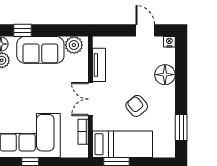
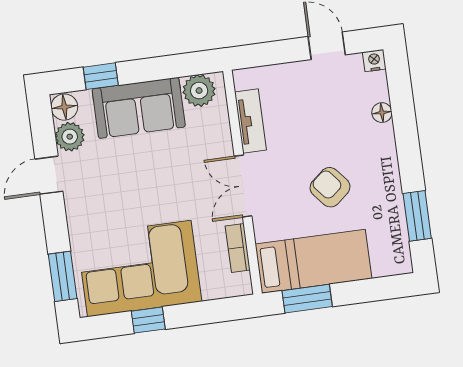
floor lamp: (165, 75) -> (382, 113), width x0.53, depth x0.53

